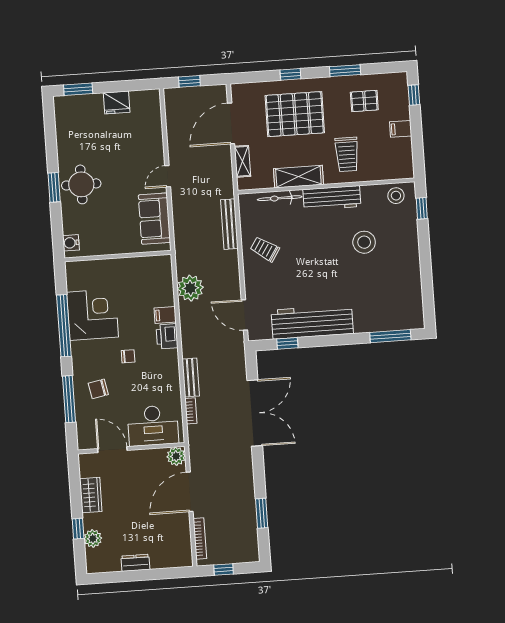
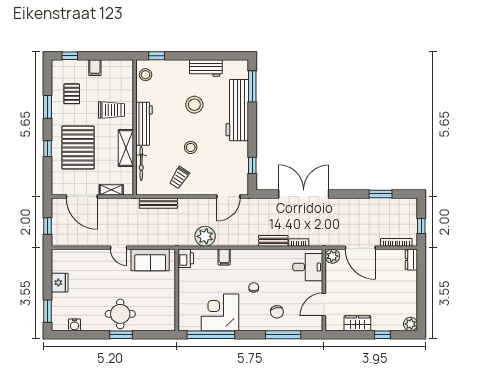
stool: (364, 242) -> (194, 105), moved
water cooler: (71, 243) -> (75, 325), moved
stool: (305, 261) -> (191, 147), added
workbench: (410, 274) -> (206, 68), added
workbench: (312, 322) -> (237, 110), moved
window: (64, 326) -> (211, 335), moved
printer: (167, 336) -> (186, 258), moved, turned -90
desk: (153, 426) -> (308, 267), width x0.73
plant: (93, 538) -> (410, 324), moved
dresser: (135, 563) -> (411, 260), moved

